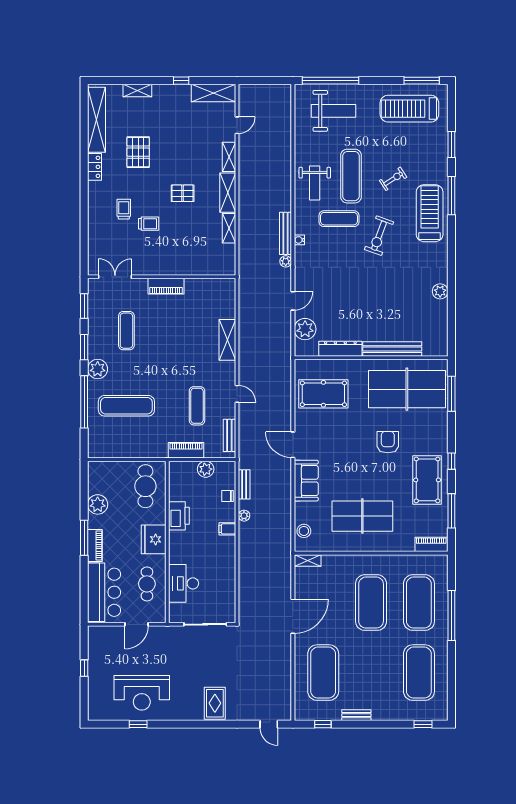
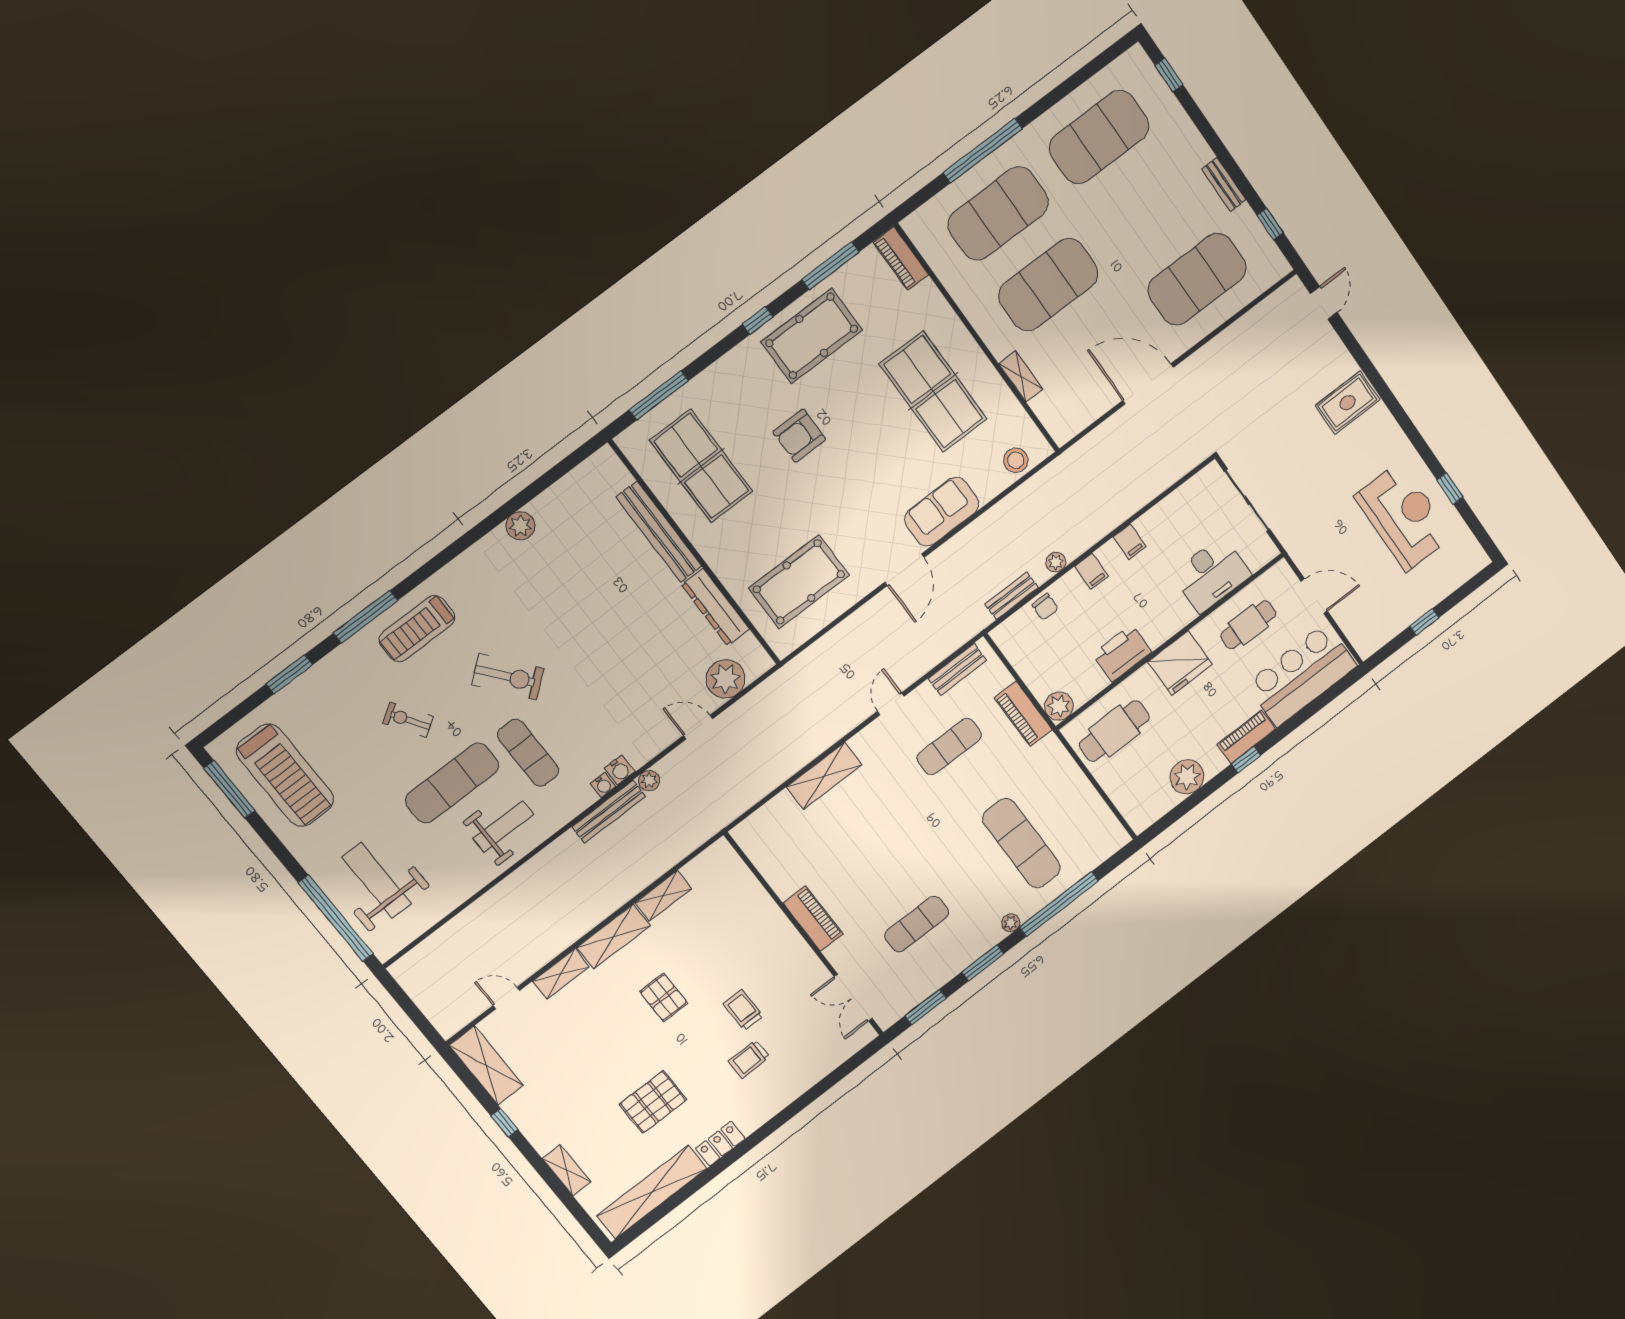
treadmill: (430, 213) -> (417, 629), width x0.73, depth x0.73
exercise bike: (379, 236) -> (508, 677), turned 31
water cooler: (300, 252) -> (620, 770), added
plant: (98, 369) -> (1011, 923), width x0.53, depth x0.53
table tennis table: (407, 389) -> (701, 466), width x0.73, depth x0.76
pool table: (323, 394) -> (799, 582), turned 90
plant: (206, 469) -> (1059, 706), moved
window: (84, 538) -> (1246, 760), width x0.46
filing cabinet: (228, 556) -> (1130, 542), added
shelving: (308, 560) -> (1021, 376), moved

